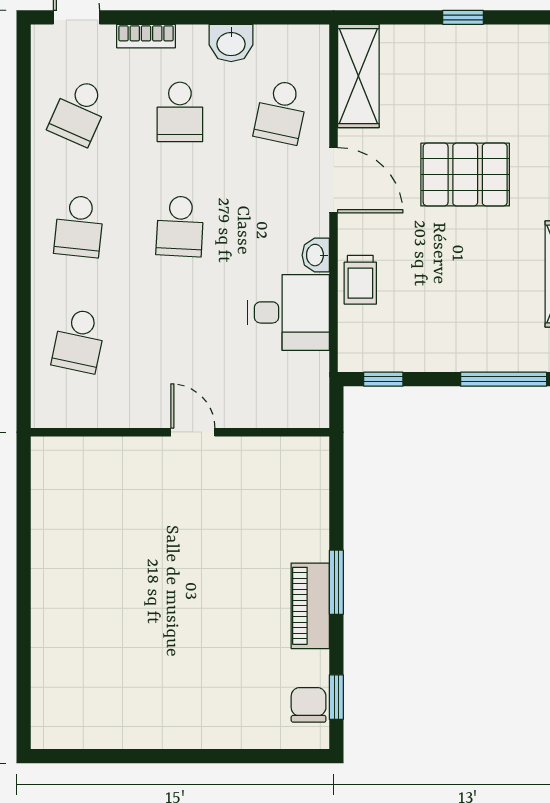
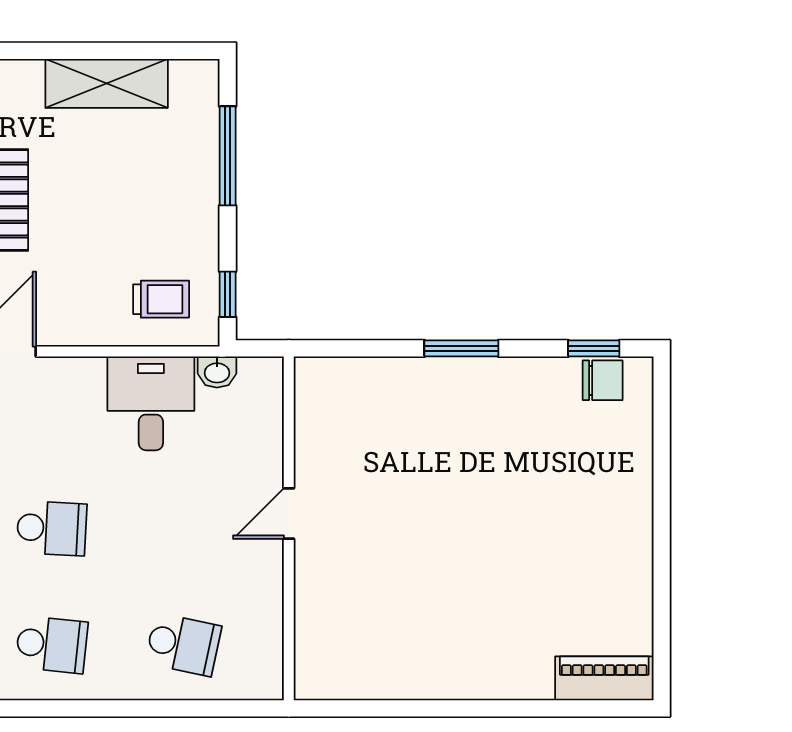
washbasin: (316, 255) -> (217, 372), moved
trolley: (360, 280) -> (161, 299), moved
piano: (310, 606) -> (604, 678), moved, turned 180
chair: (309, 705) -> (603, 380), turned 180

